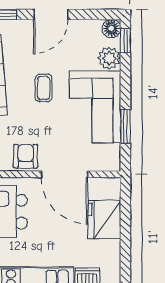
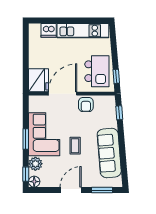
window: (125, 126) -> (26, 139), moved
door: (64, 174) -> (62, 94), hinge flipped
fridge: (104, 220) -> (38, 80), moved

